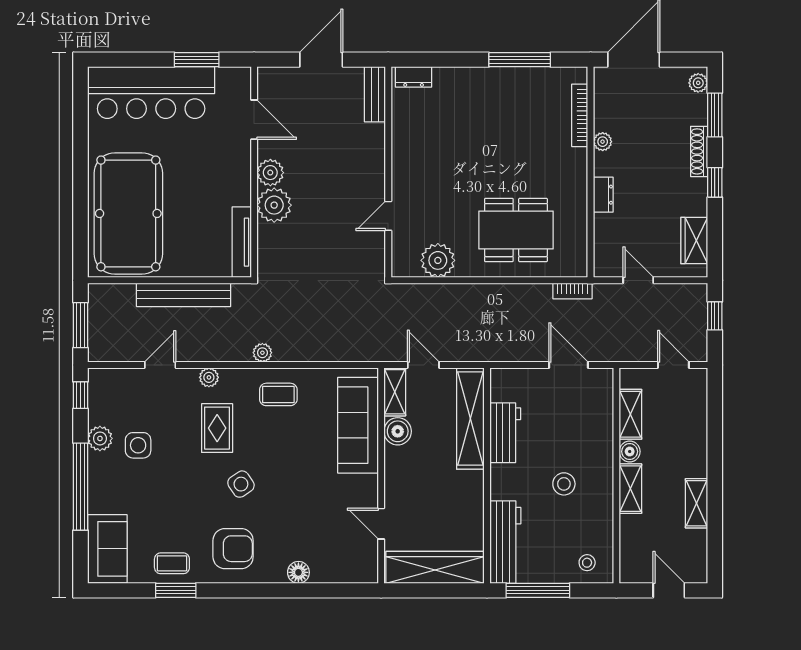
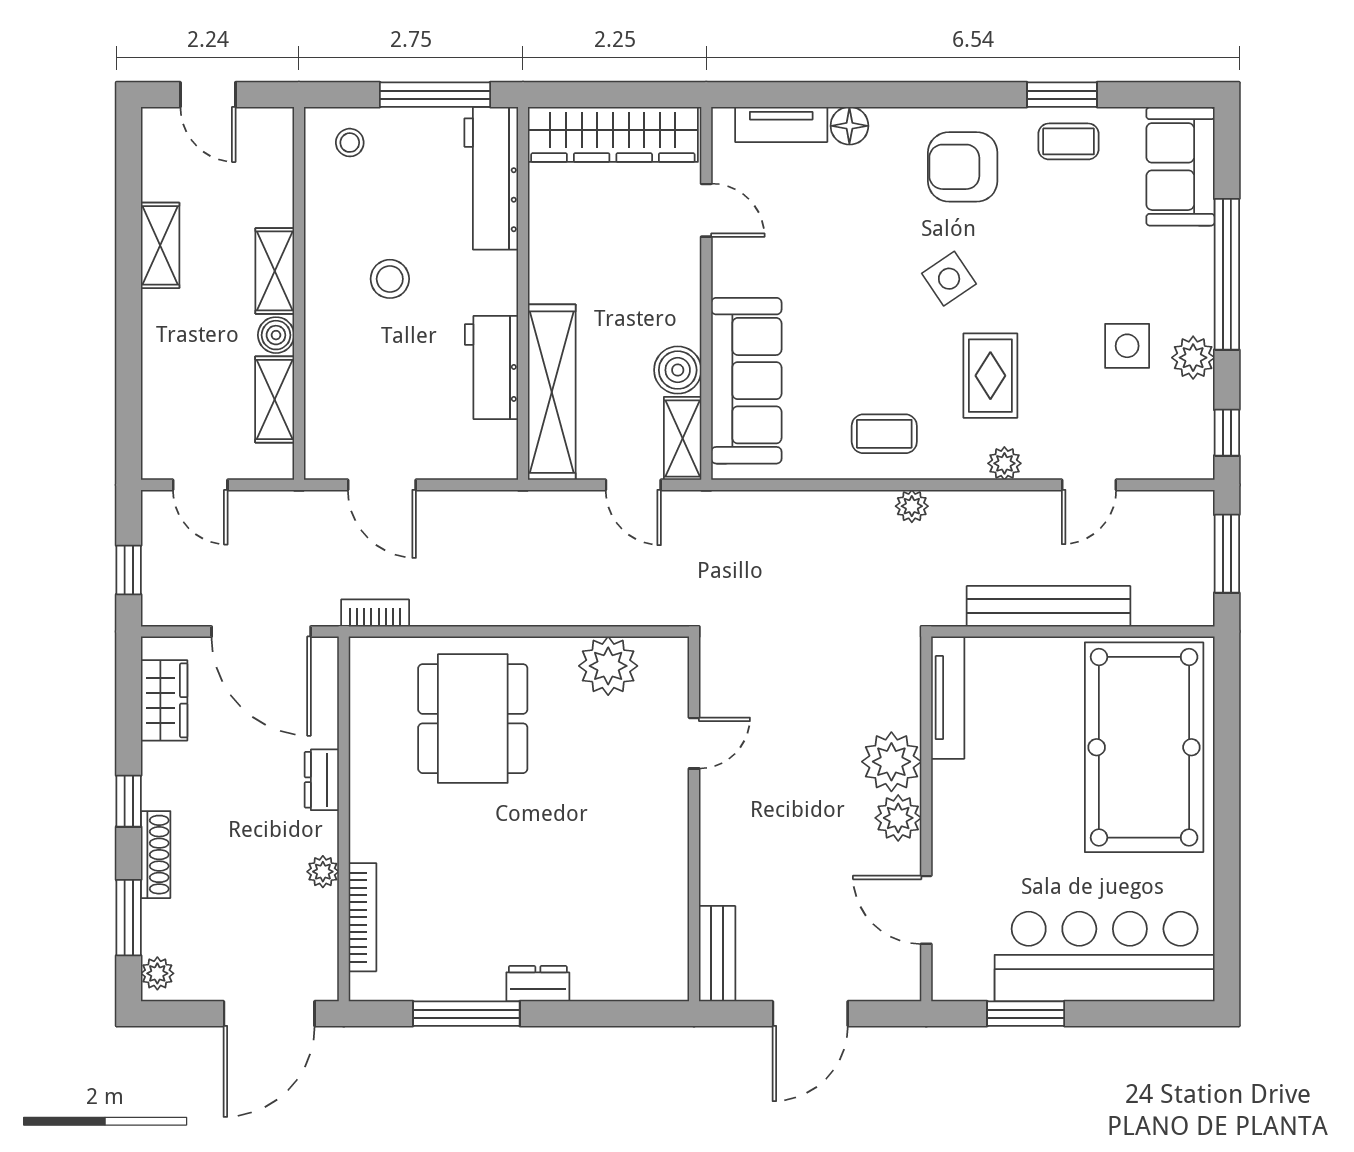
dresser: (414, 77) -> (538, 984), moved
dining table: (516, 230) -> (473, 719), turned 90
door: (638, 280) -> (261, 632), width x1.87
tv unit: (338, 573) -> (781, 124), added

